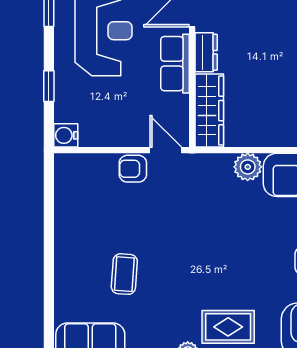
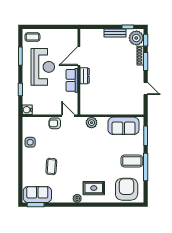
wardrobe: (209, 111) -> (86, 100), removed
plant: (248, 167) -> (92, 123), moved
side table: (73, 215) -> (30, 142), added

